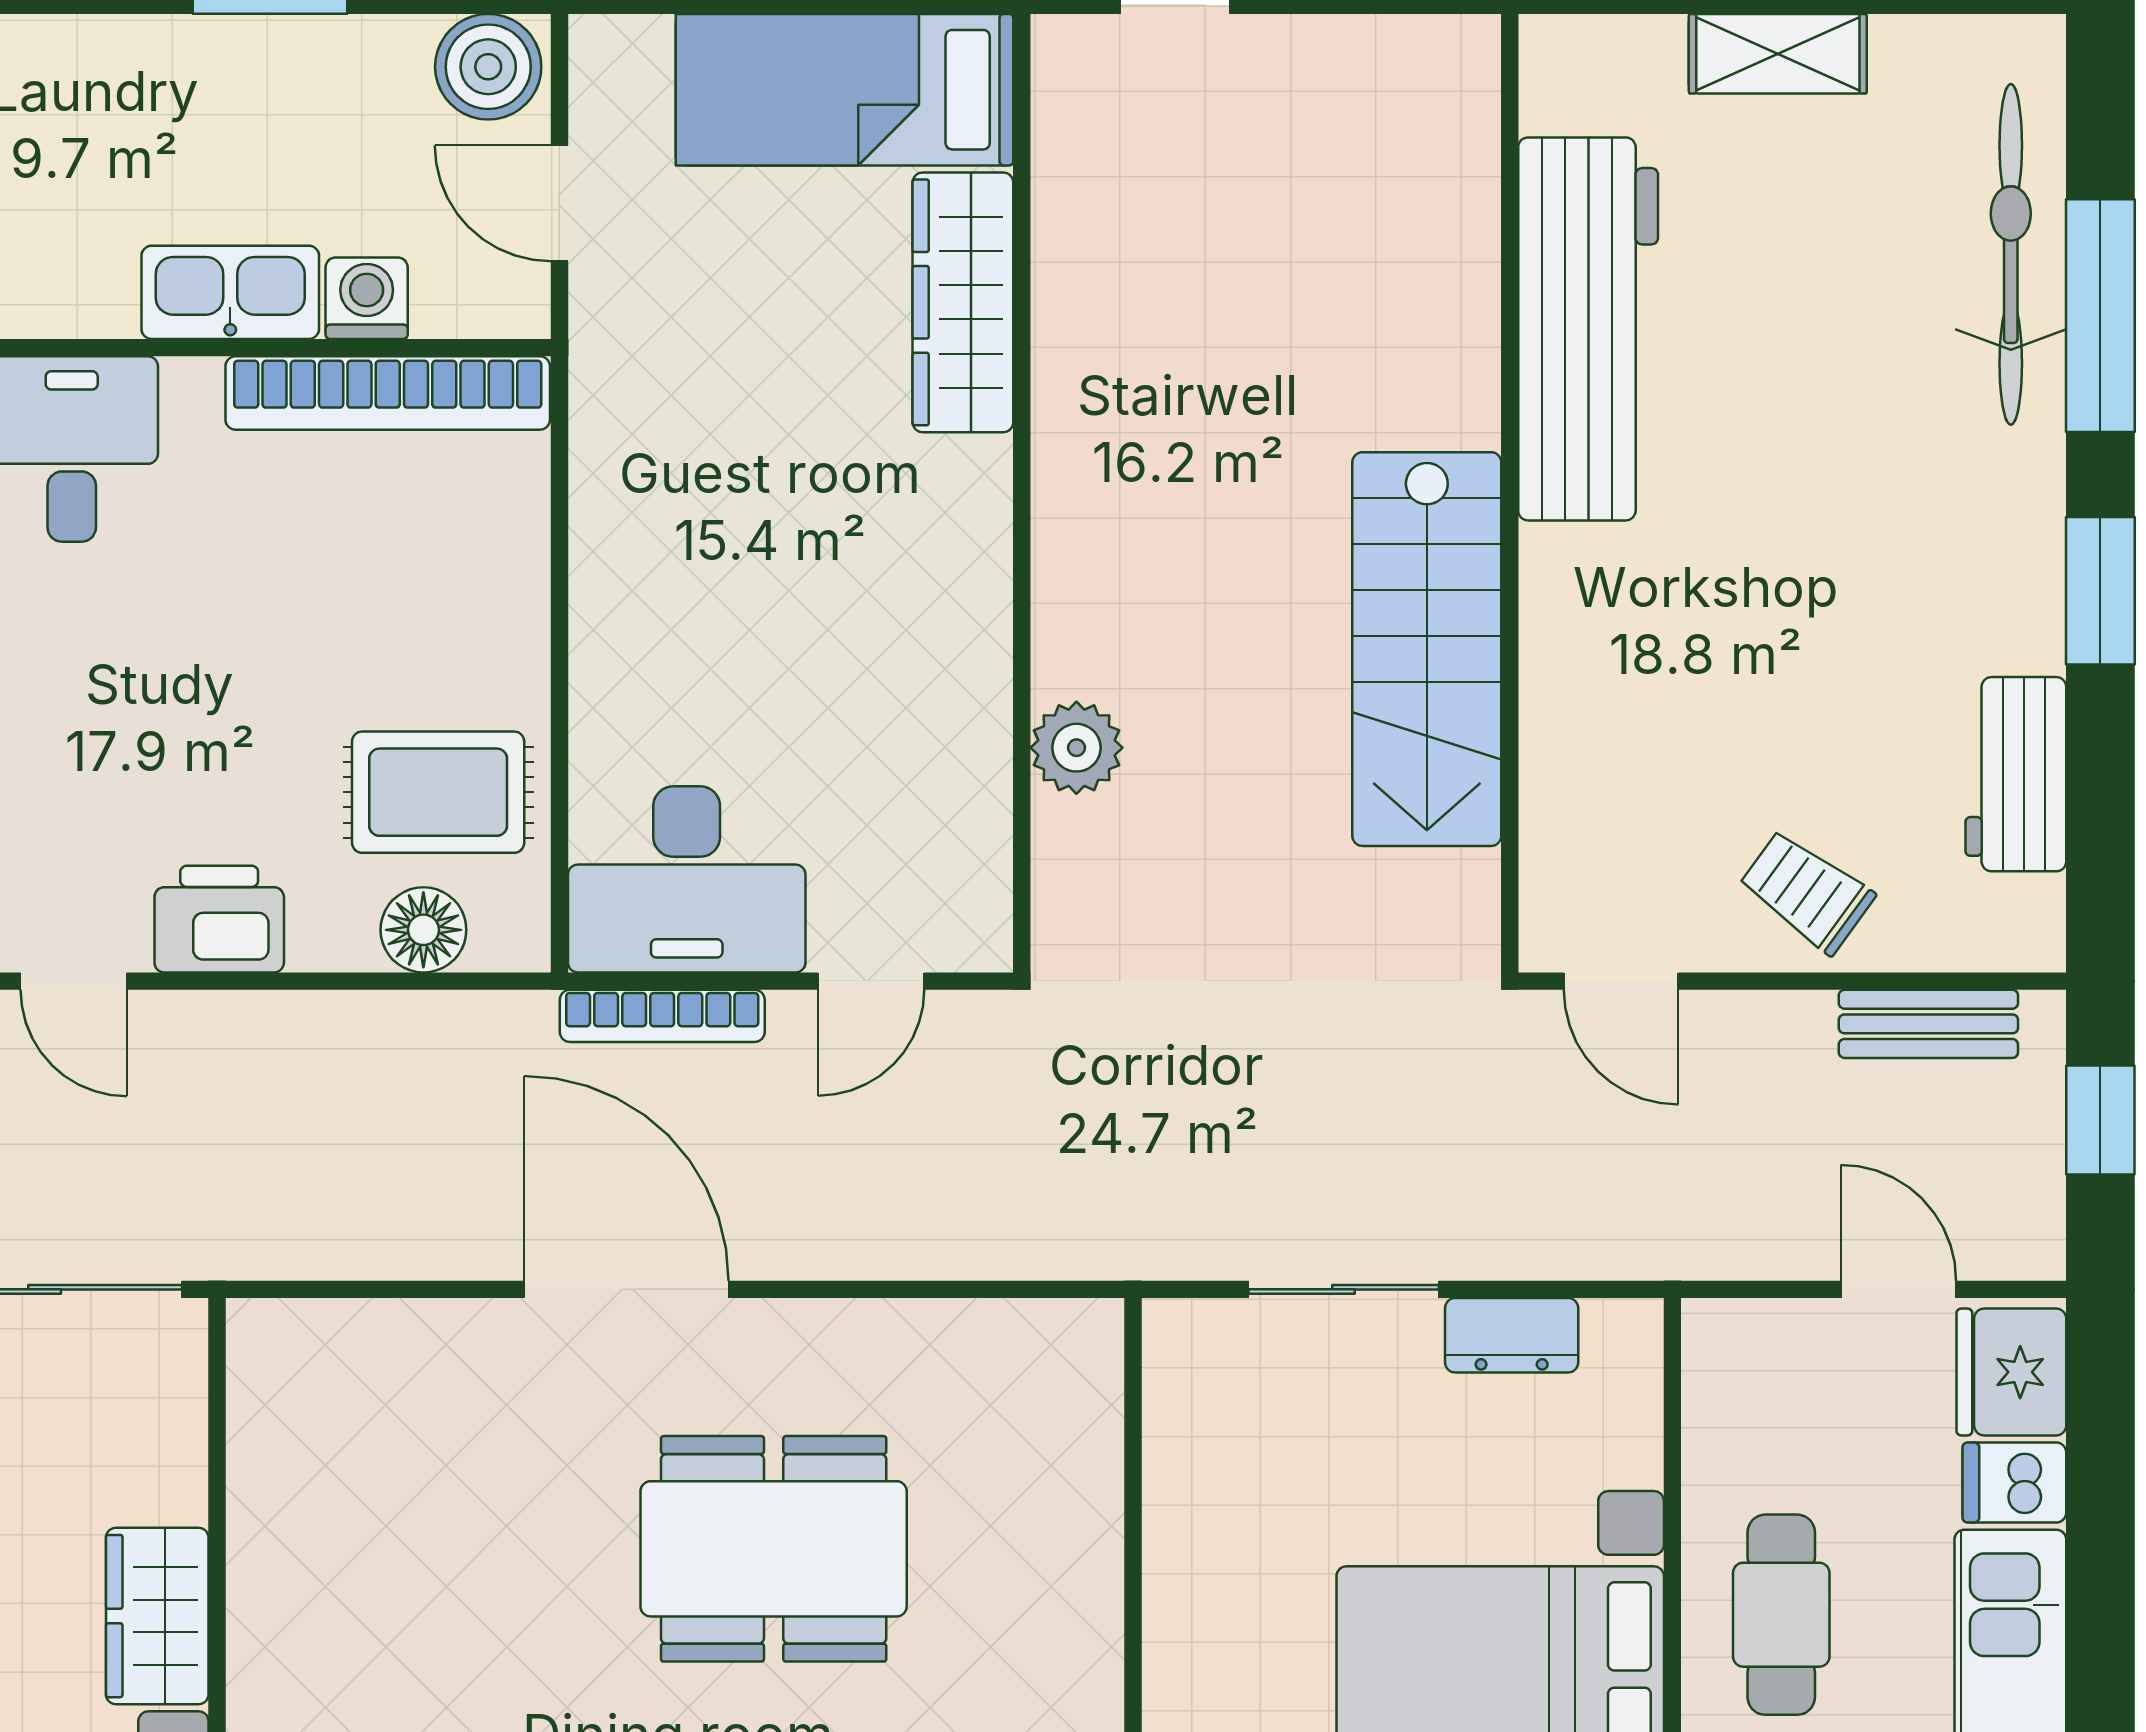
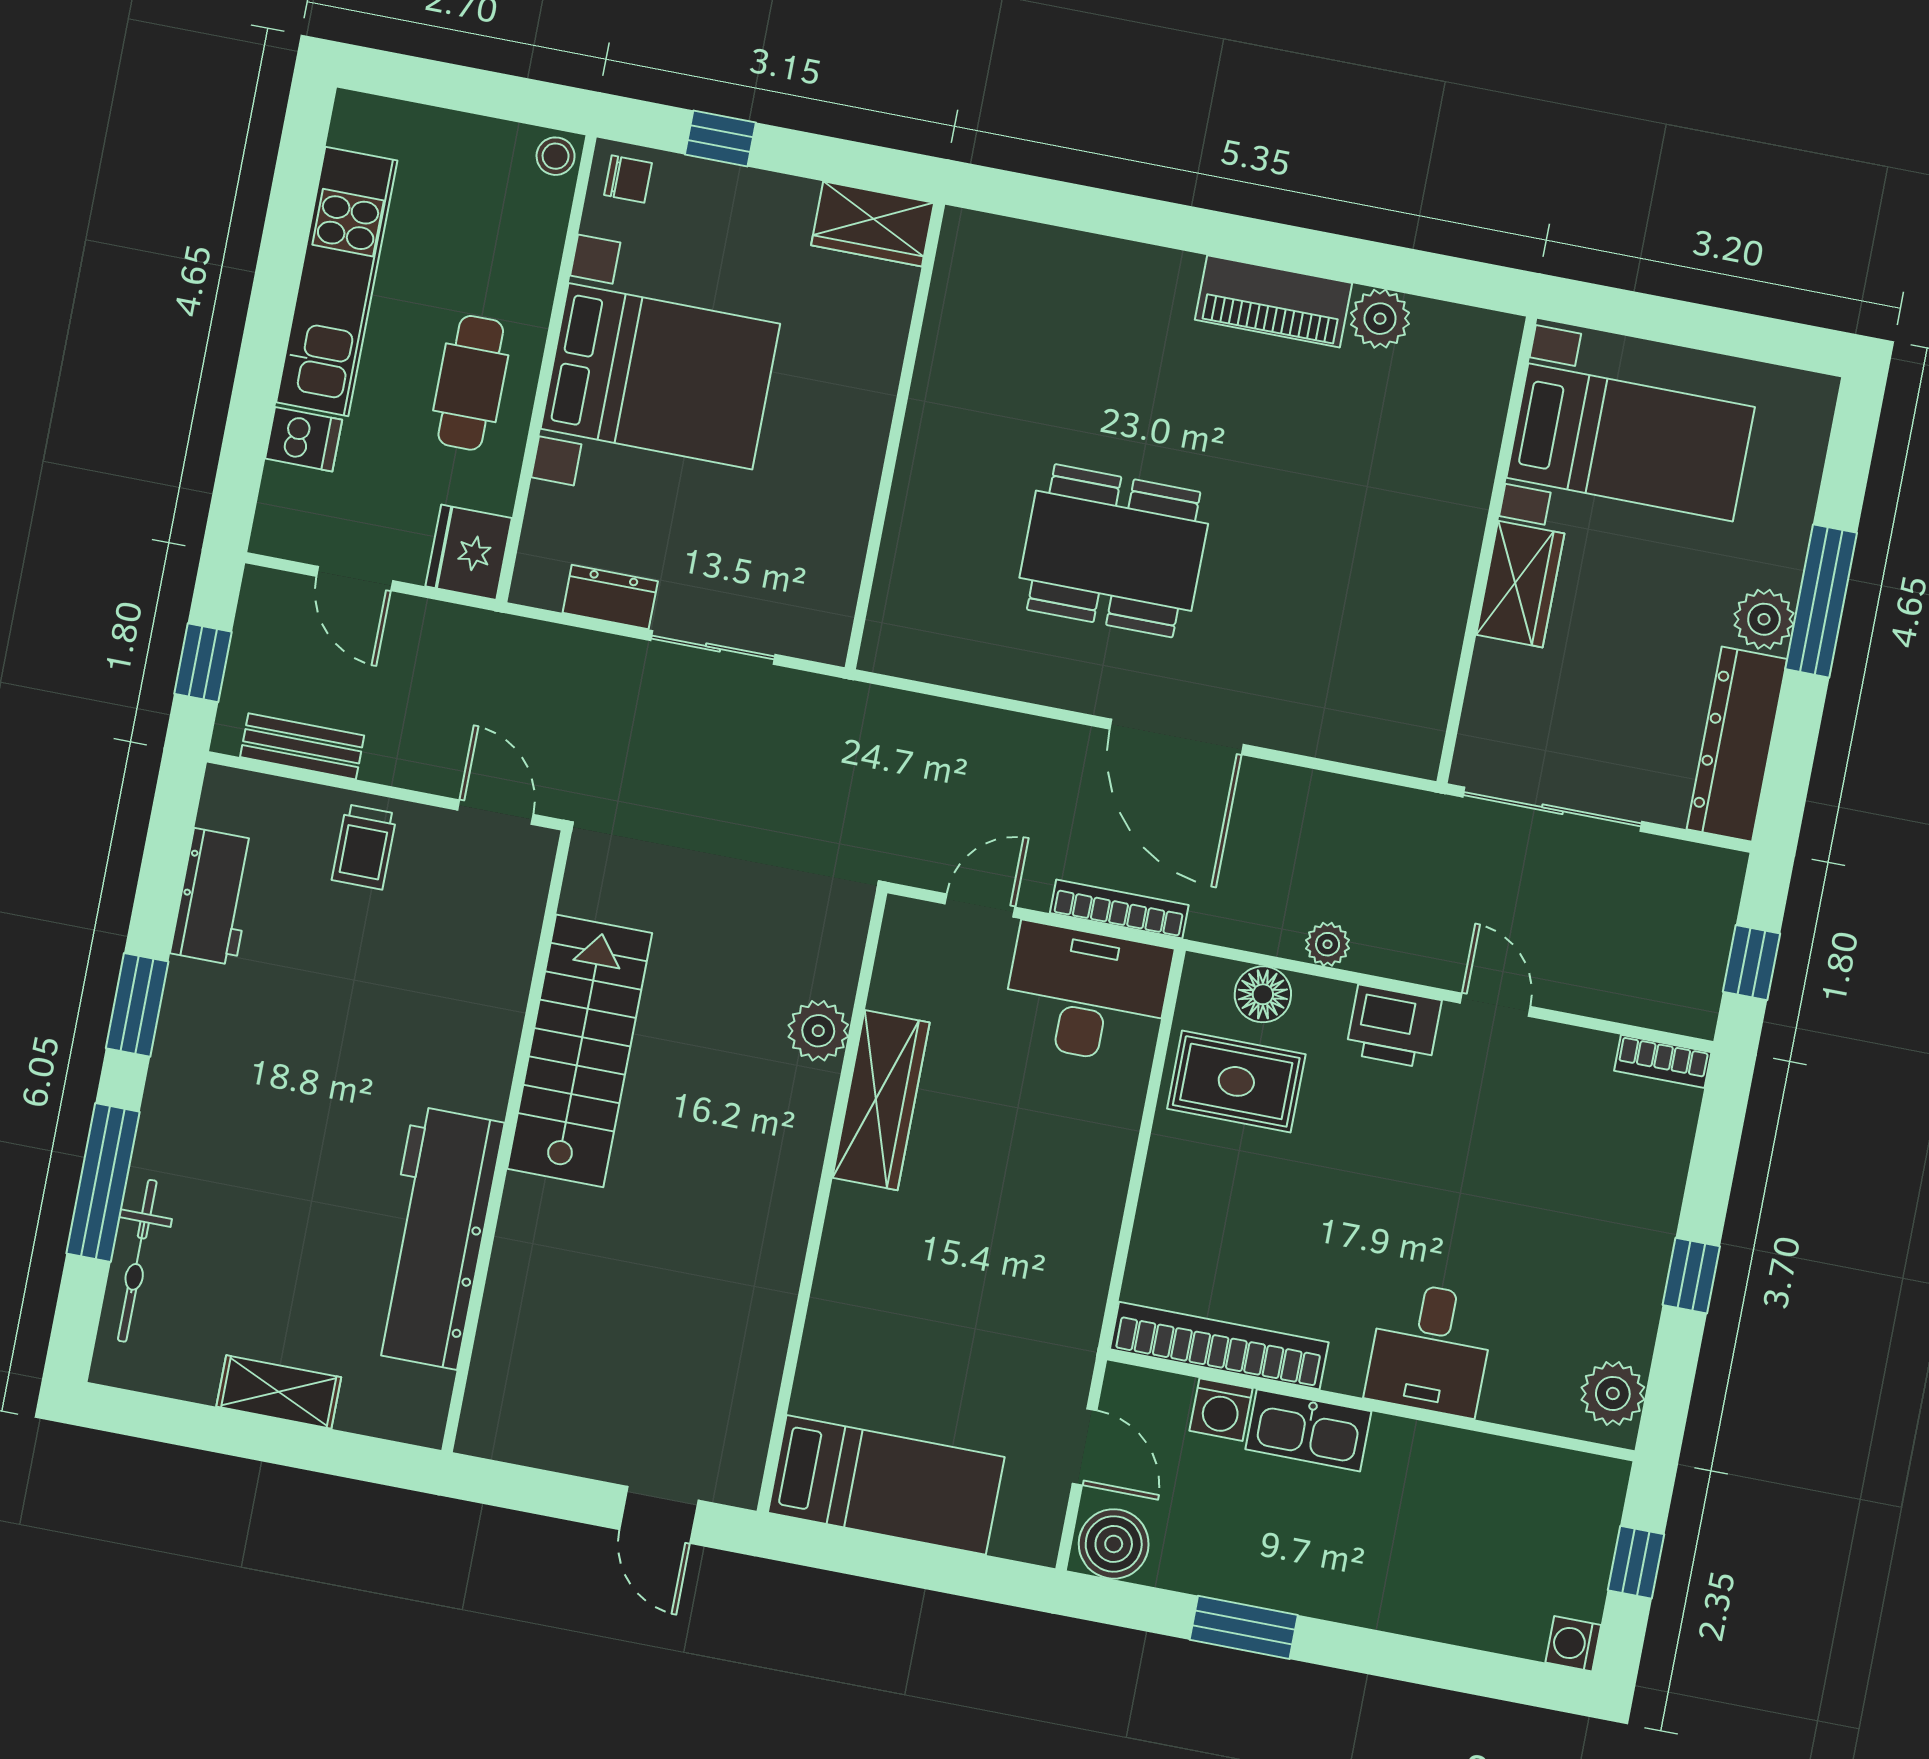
bicycle: (2011, 254) -> (137, 1261), width x0.73, depth x0.71
wardrobe: (963, 302) -> (881, 1100), moved
trolley: (1807, 892) -> (364, 847), turned 54
plant: (341, 1023) -> (1328, 944), added
fridge: (2011, 1372) -> (469, 552), moved, turned 180

